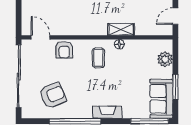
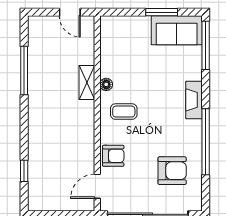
plant: (165, 59) -> (126, 25), removed
armchair: (53, 95) -> (172, 171), turned 112

